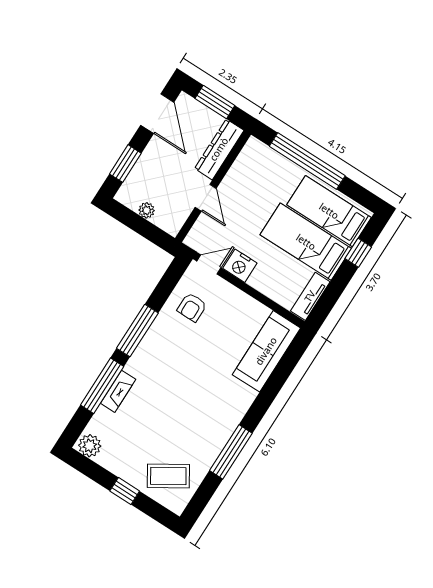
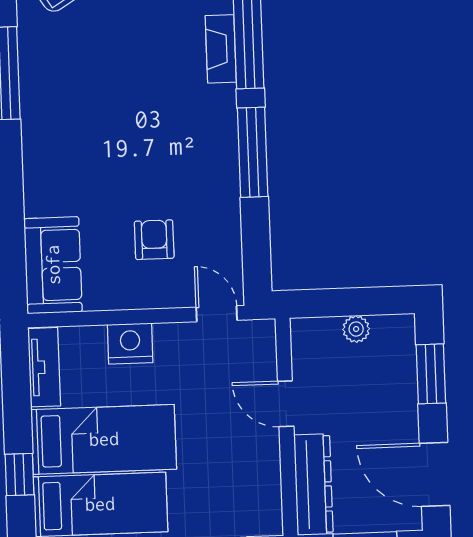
door: (209, 265) -> (217, 314), swing flipped
nightstand: (240, 266) -> (130, 344), moved
armchair: (192, 307) -> (154, 240), moved
sofa: (266, 351) -> (53, 265), width x0.73

